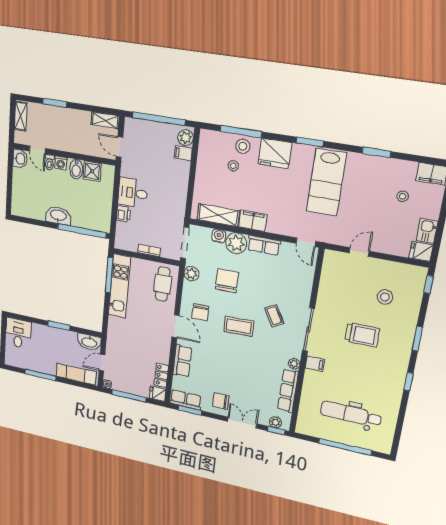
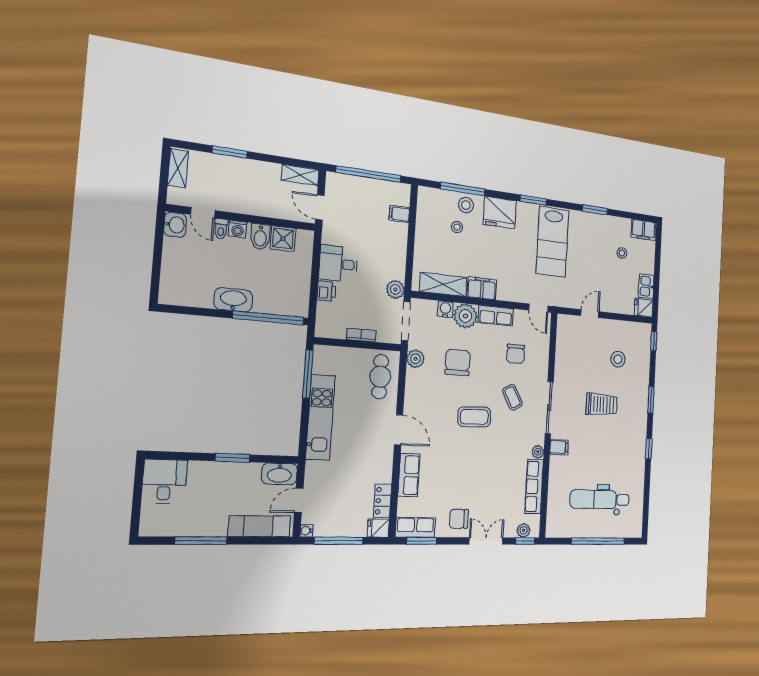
plant: (186, 138) -> (395, 289), moved
kitchen unit: (119, 286) -> (320, 417), moved
chair: (200, 312) -> (516, 354), moved

